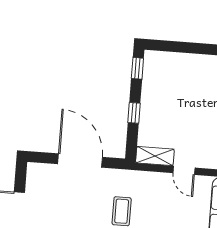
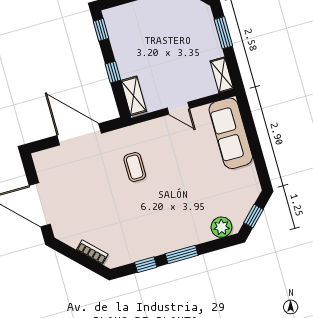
shelving: (155, 156) -> (134, 96), moved, turned 90

